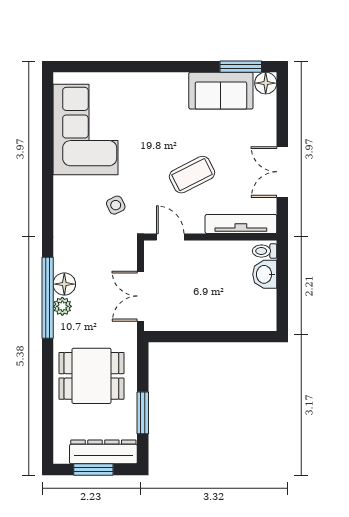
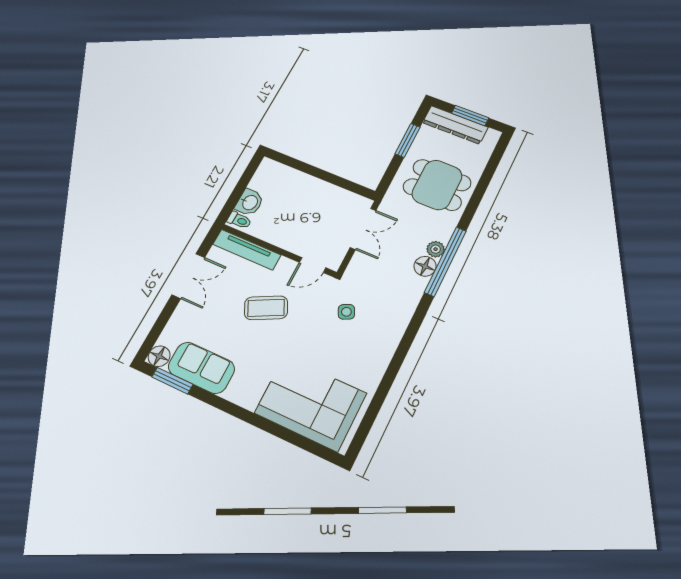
corner sofa: (86, 130) -> (310, 403), moved, turned 90
door: (170, 237) -> (313, 265), hinge flipped

